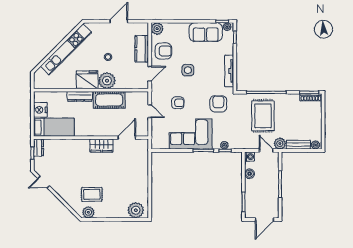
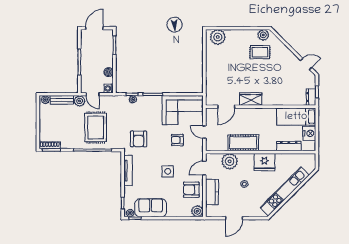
plant: (107, 81) -> (230, 161), moved
dresser: (80, 96) -> (289, 146), moved
corner sofa: (191, 134) -> (183, 110), moved

